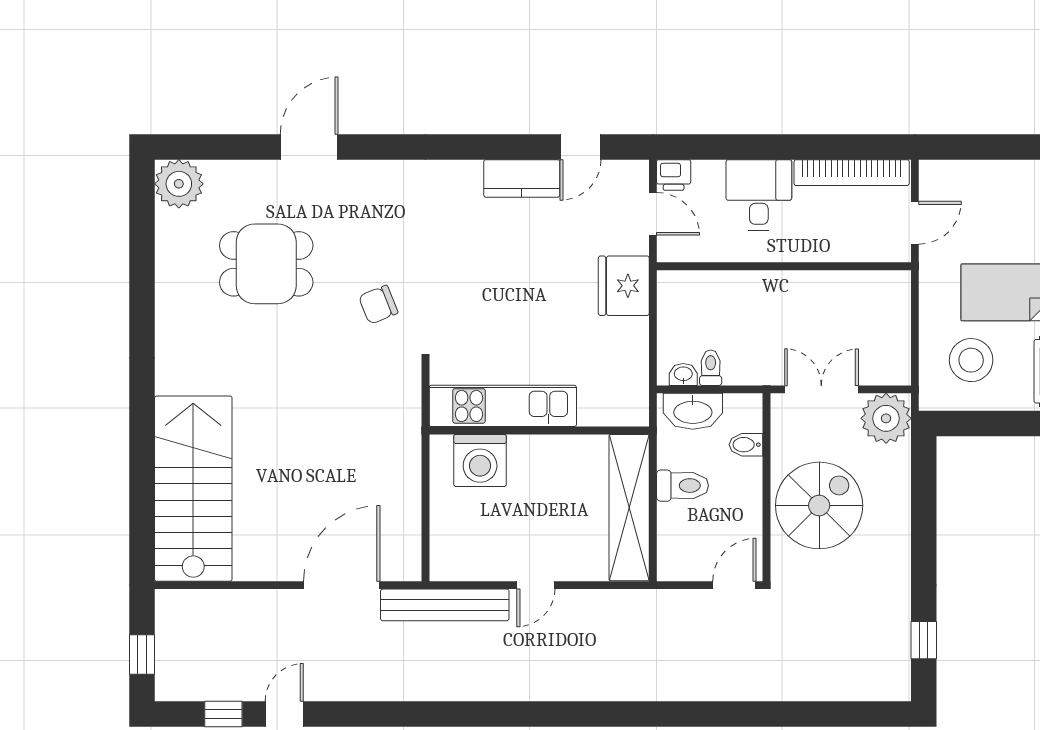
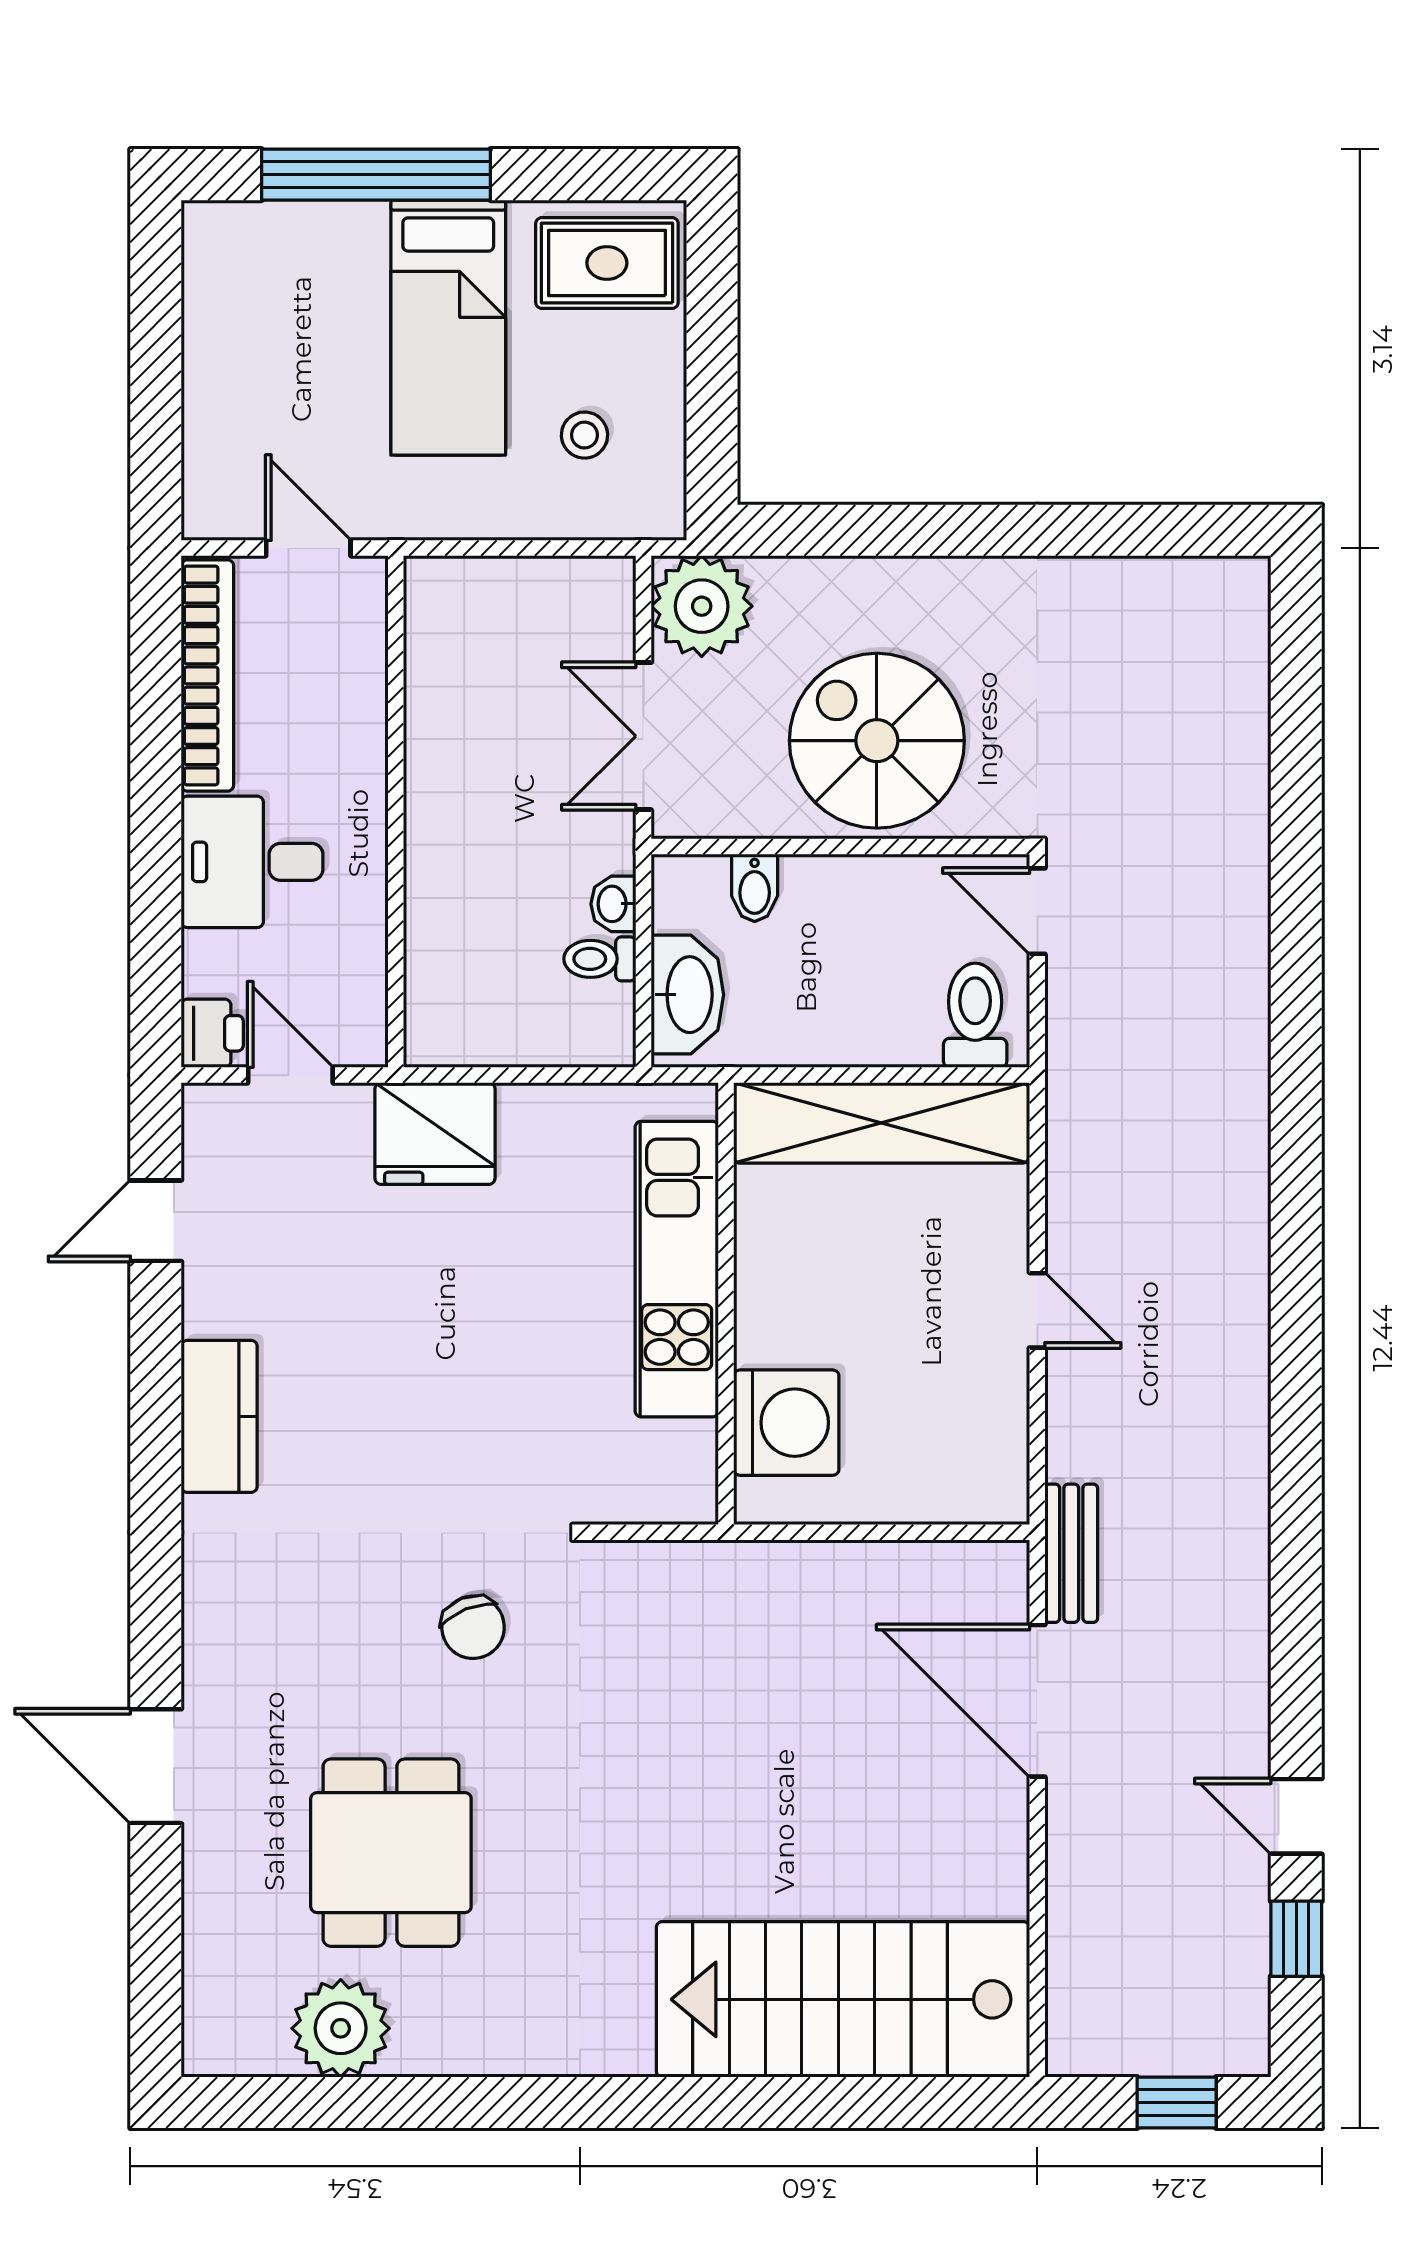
door: (580, 147) -> (156, 1221), swing flipped
kitchen counter: (522, 178) -> (219, 1416), moved
plant: (179, 184) -> (341, 2028), moved
door: (653, 214) -> (290, 1075), hinge flipped
stool: (971, 360) -> (585, 435), width x0.53, depth x0.53
washbasin: (683, 374) -> (613, 904), moved
kitchen unit: (503, 406) -> (677, 1269), moved
toilet: (683, 486) -> (975, 1015), moved
bench: (445, 605) -> (1071, 1553), width x0.54, depth x0.82
window: (924, 640) -> (1148, 530), removed

